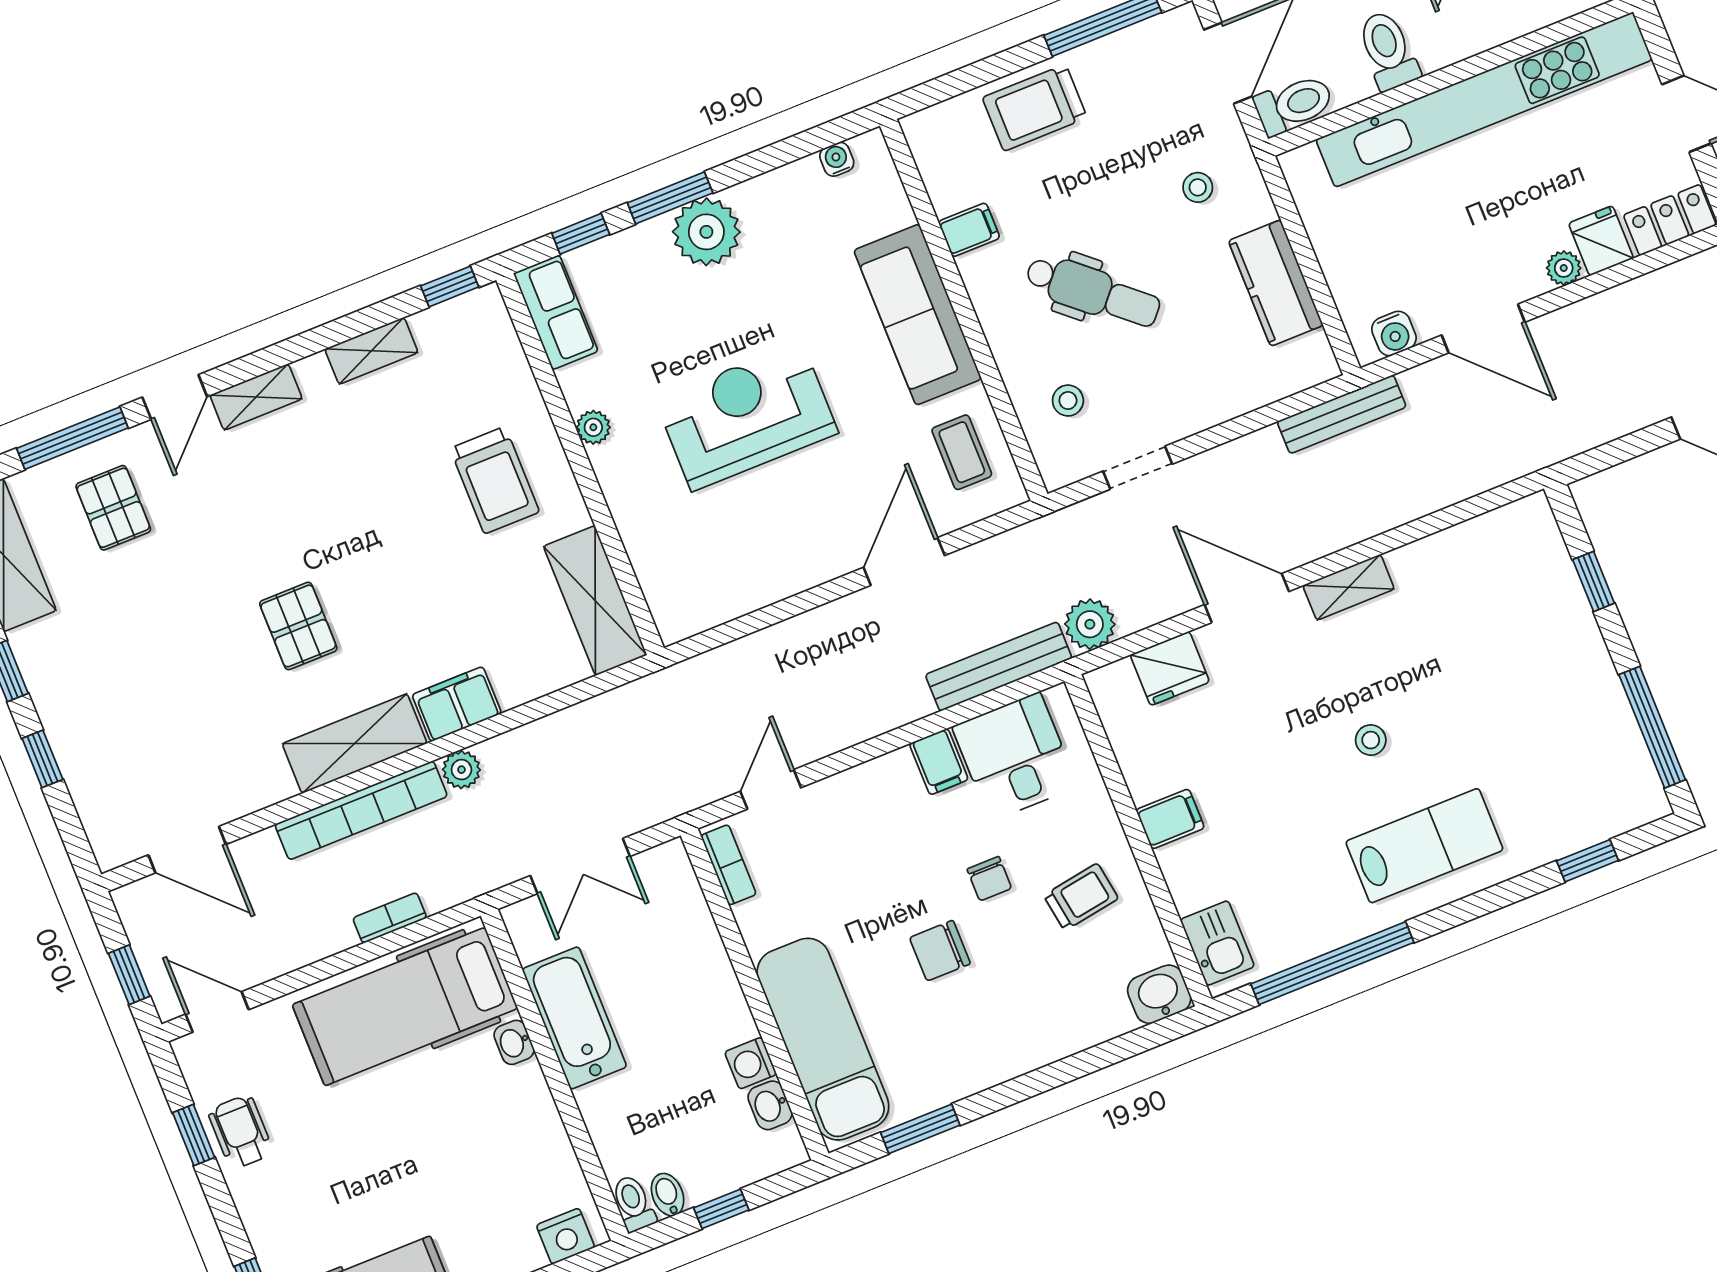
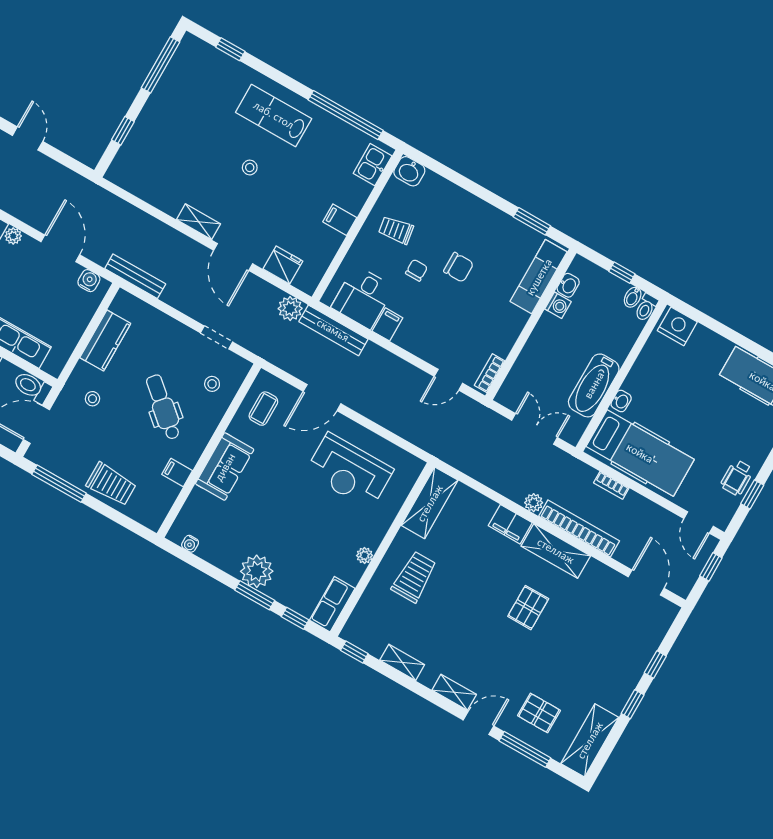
sofa: (918, 315) -> (225, 467), width x0.73
reception desk: (747, 416) -> (349, 471), moved
pallet: (113, 508) -> (539, 713), turned 90
exam couch: (823, 1039) -> (539, 277), width x0.73, depth x0.69
nightstand: (565, 1236) -> (677, 326), width x1.36, depth x1.33

